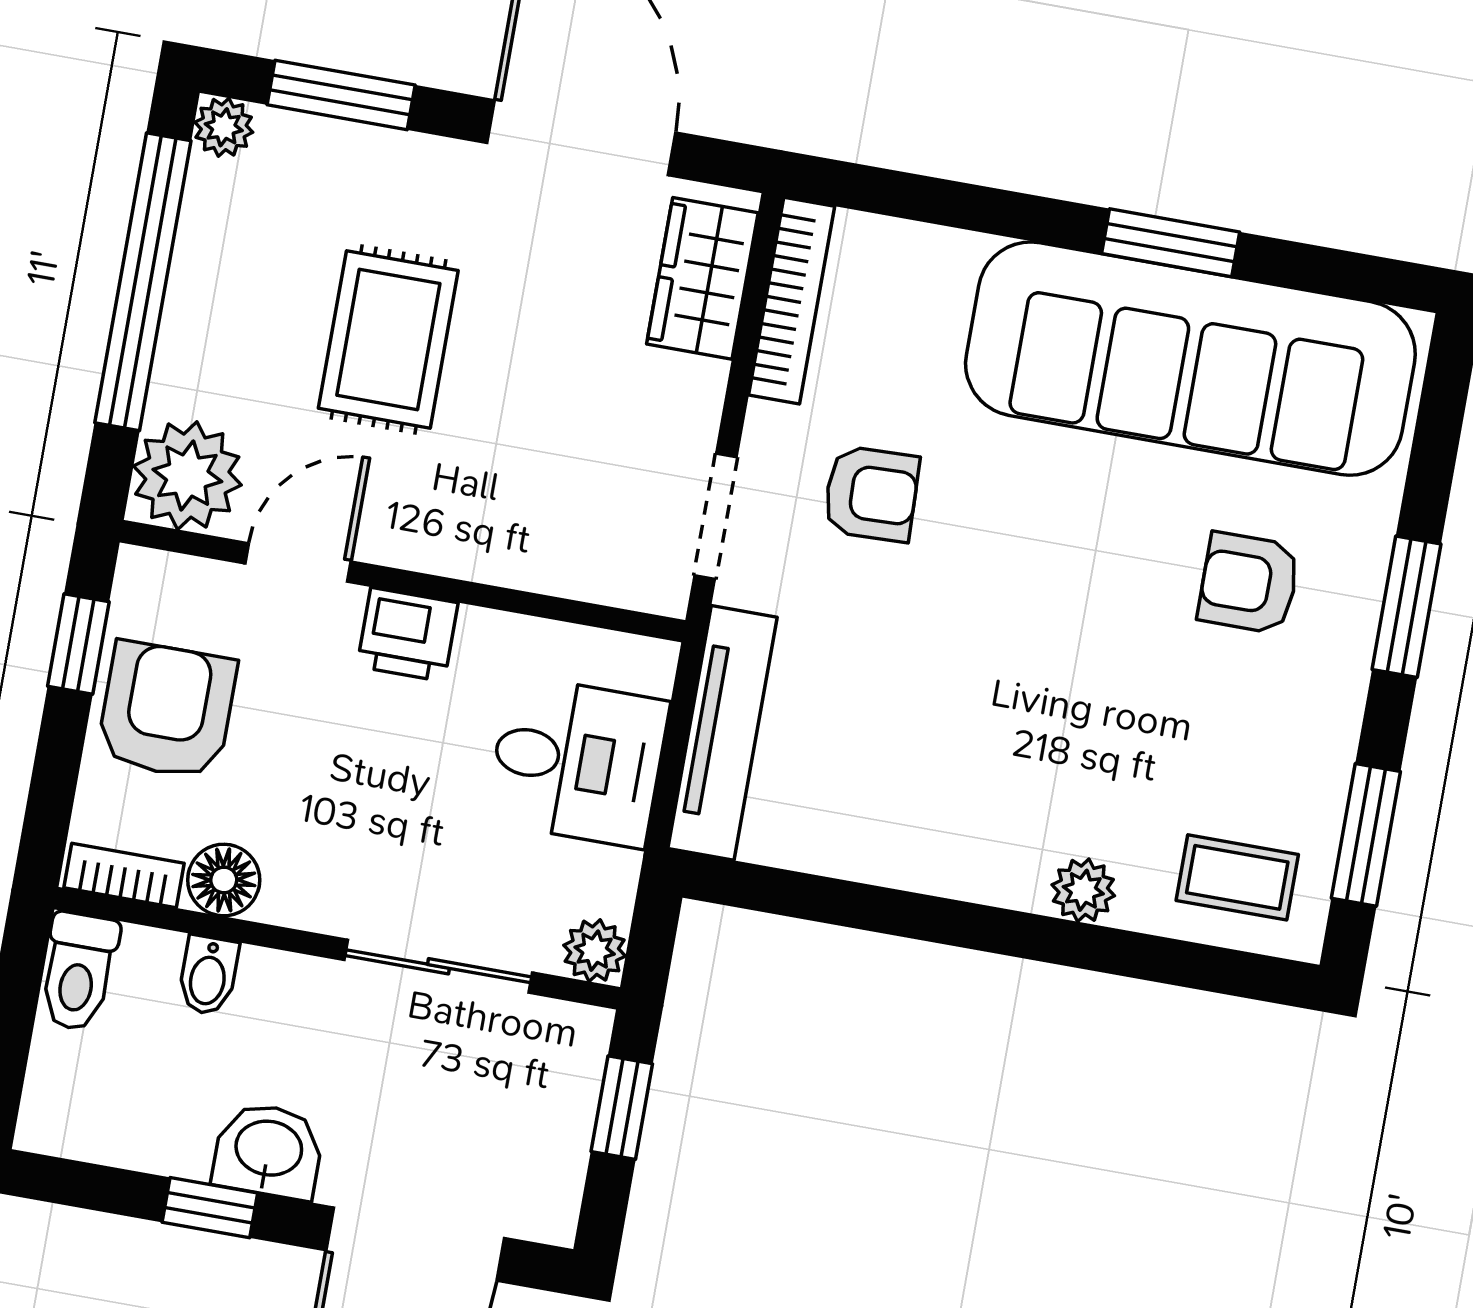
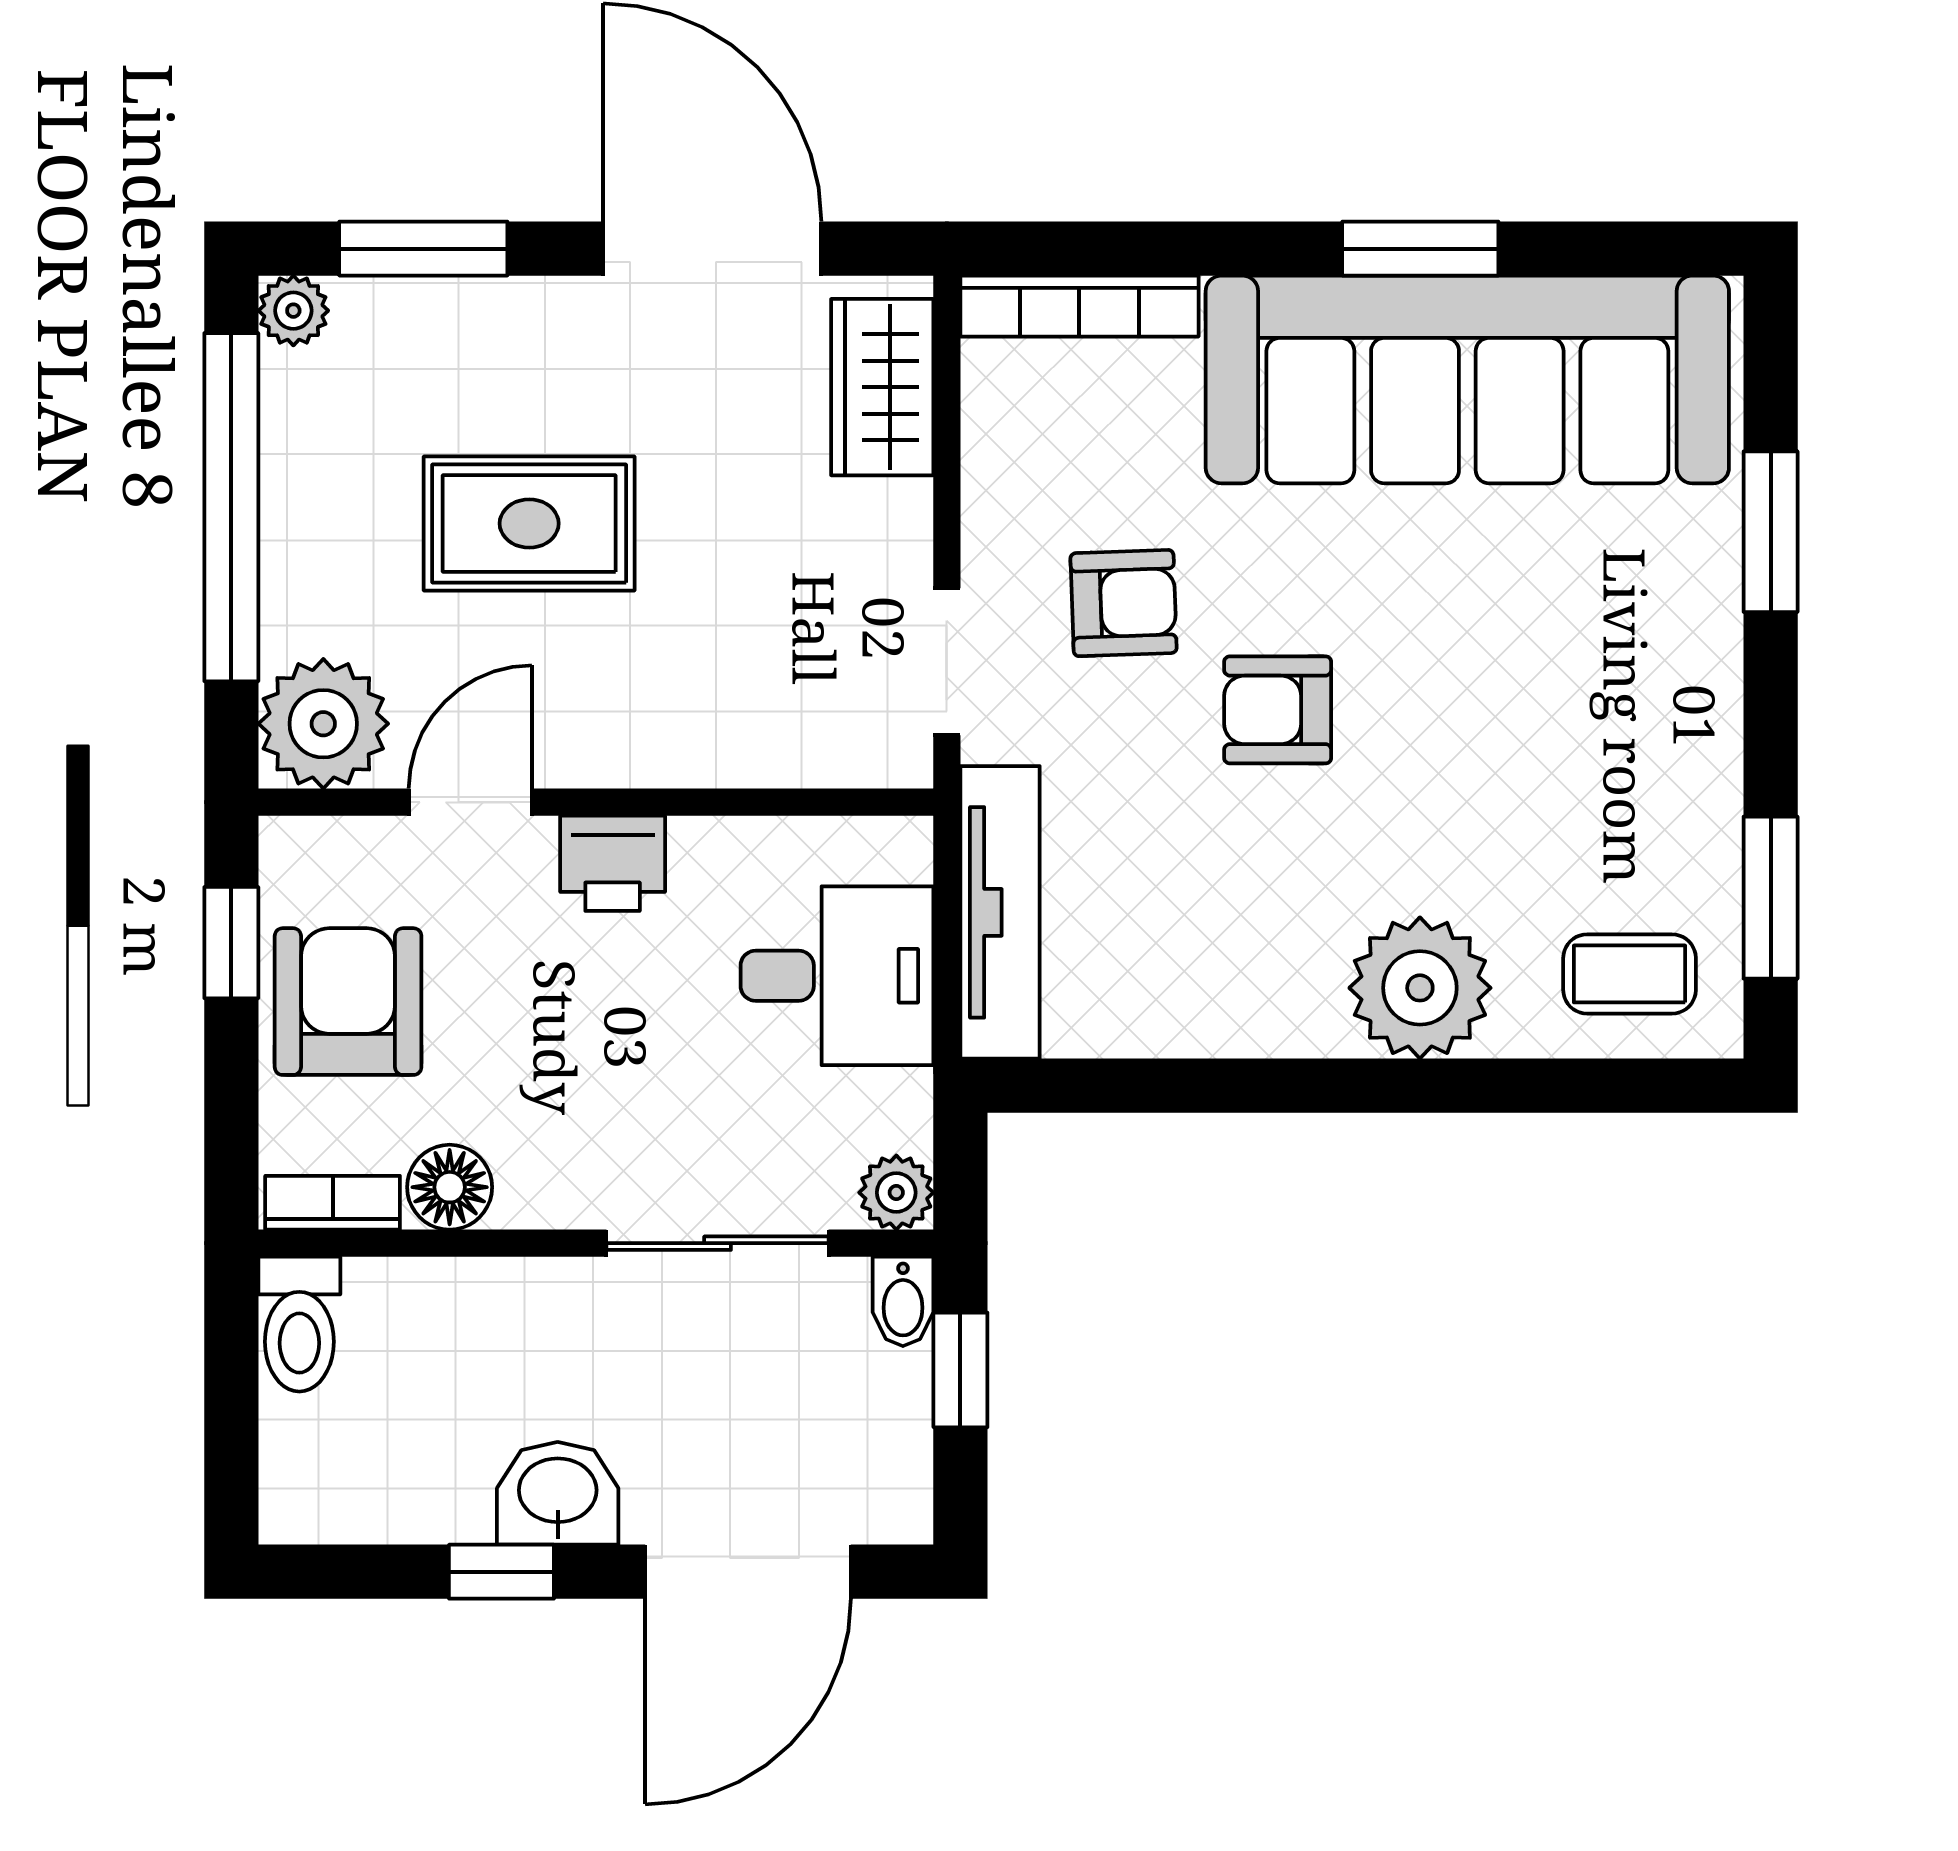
bookcase: (792, 301) -> (1079, 306), moved, turned 90
rug: (388, 339) -> (529, 523), turned 90
armchair: (1249, 583) -> (1278, 710), moved
window: (1407, 607) -> (1771, 532), moved
plant: (1083, 890) -> (1420, 988), width x1.87, depth x1.87
bidet: (208, 975) -> (903, 1301), moved

